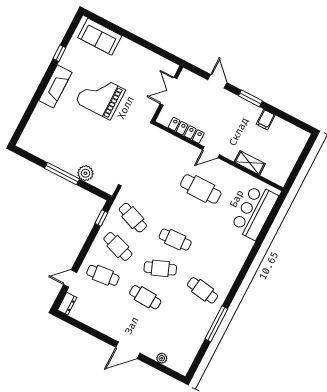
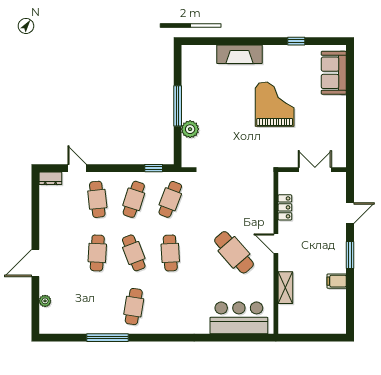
fireplace: (55, 86) -> (239, 54), moved
locker: (186, 130) -> (285, 207), width x0.66
cafe table: (201, 189) -> (234, 252), turned -41
door: (128, 350) -> (35, 263), hinge flipped

